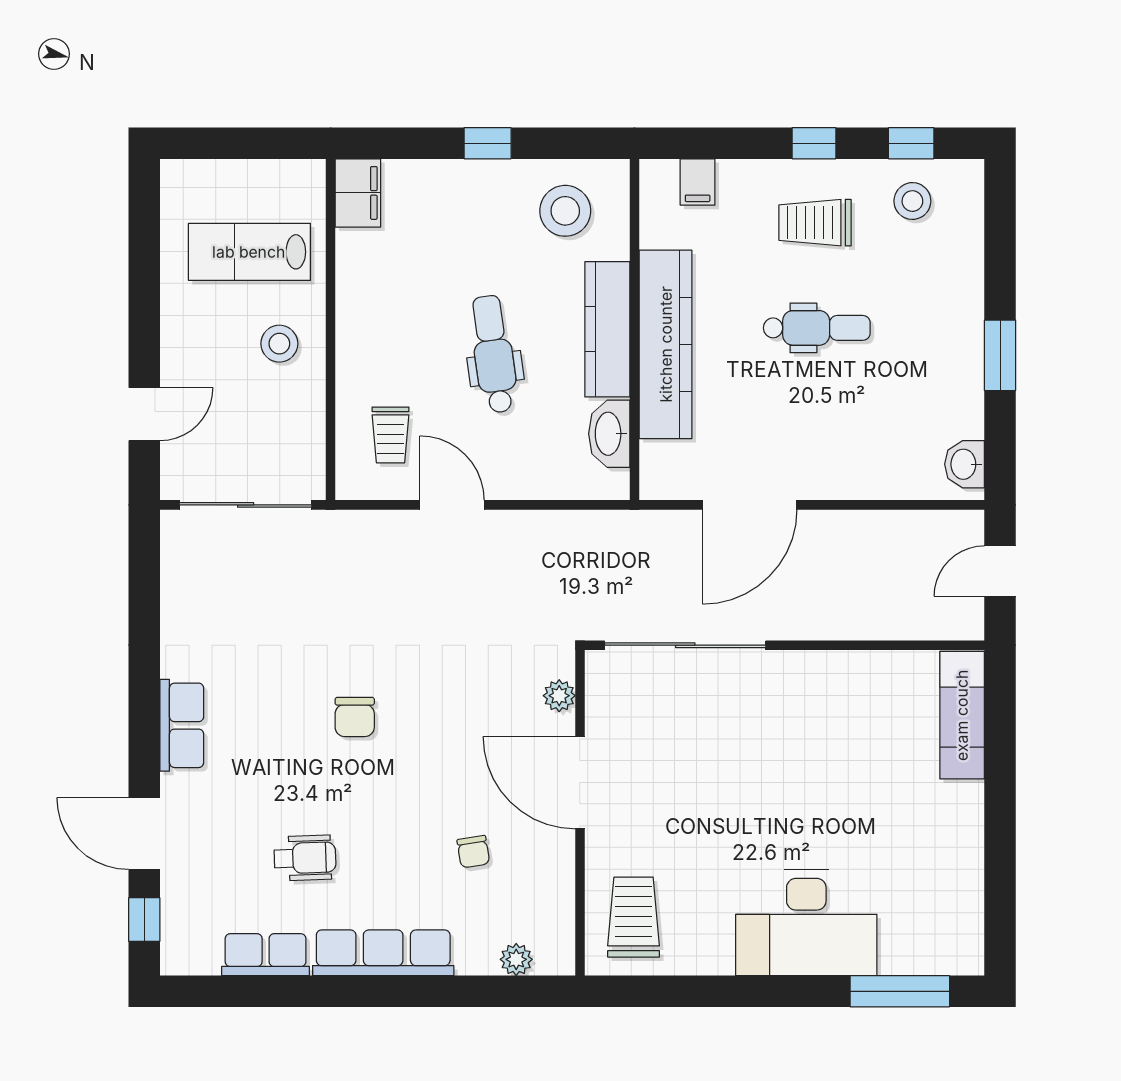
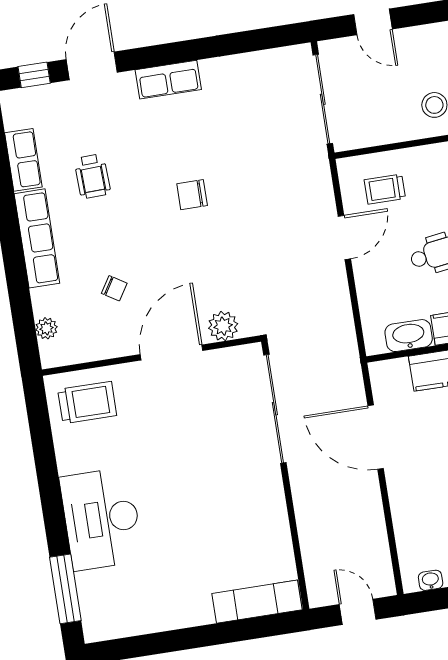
washbasin: (965, 464) -> (431, 580), width x0.72, depth x0.69
plant: (559, 696) -> (223, 326), width x1.38, depth x1.38
chair: (473, 852) -> (114, 288), turned -139

